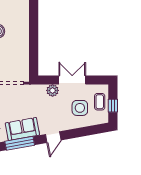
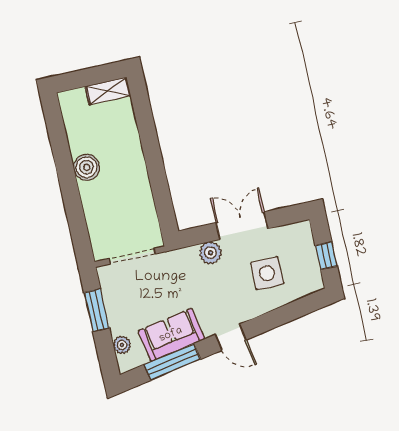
coffee table: (100, 102) -> (301, 254), removed
door: (53, 137) -> (231, 337), hinge flipped

